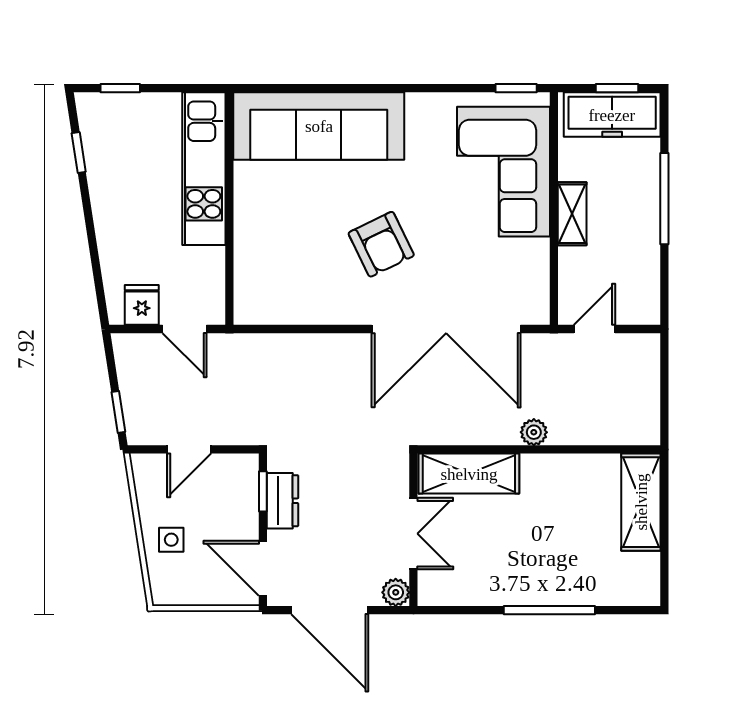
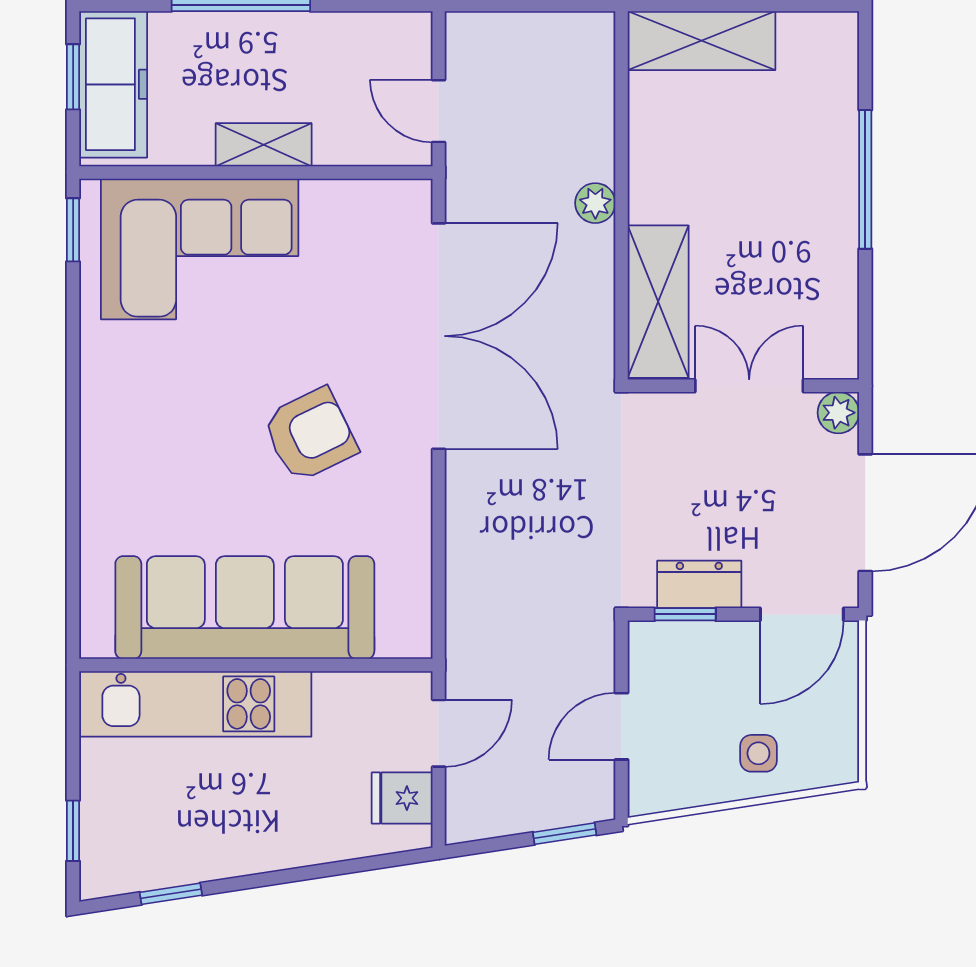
sofa: (319, 126) -> (245, 608), moved, turned -90
door: (189, 449) -> (621, 726), swing flipped

